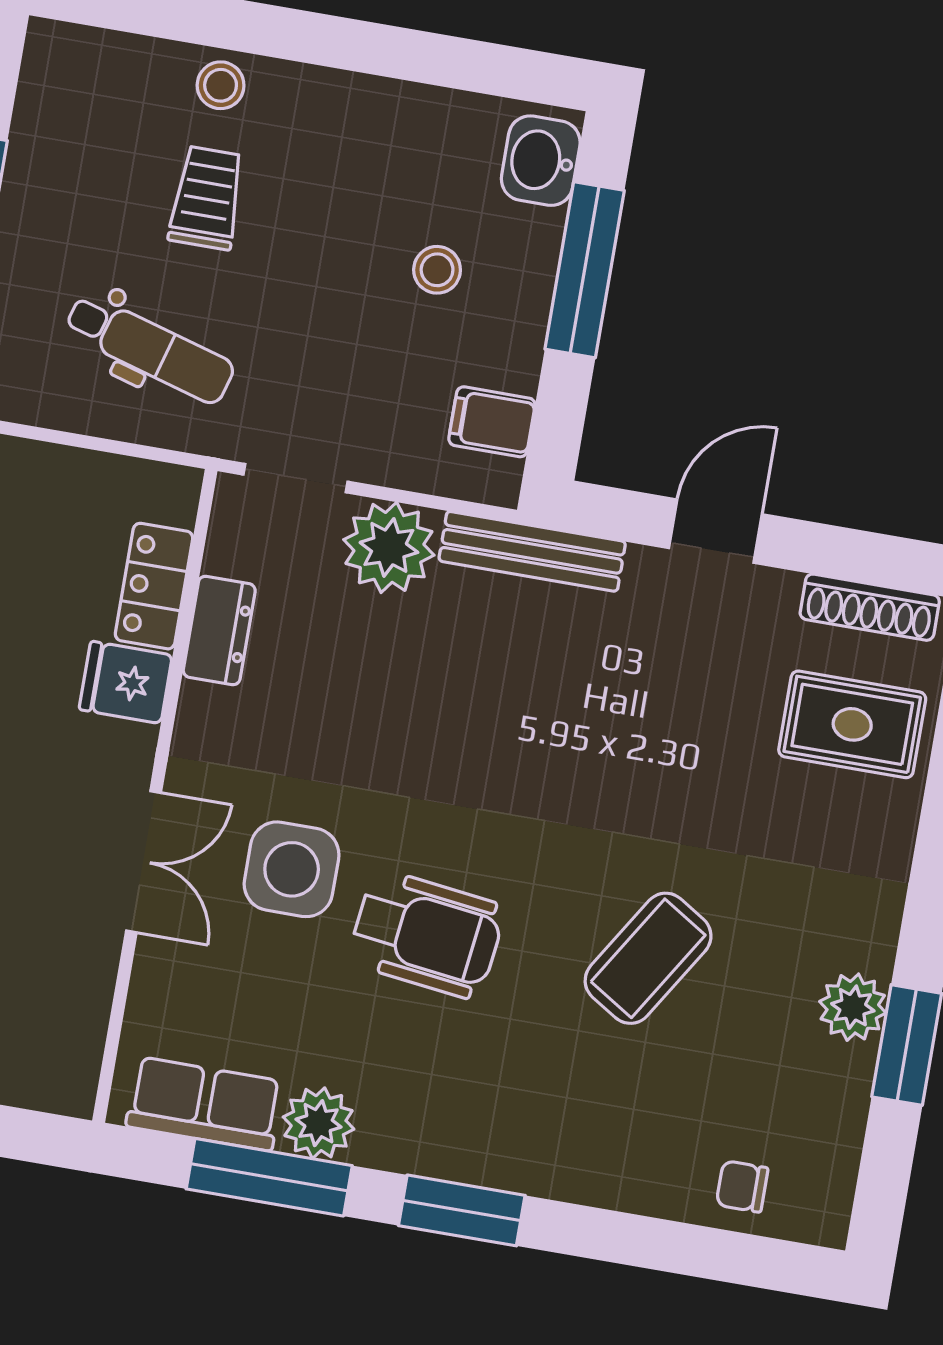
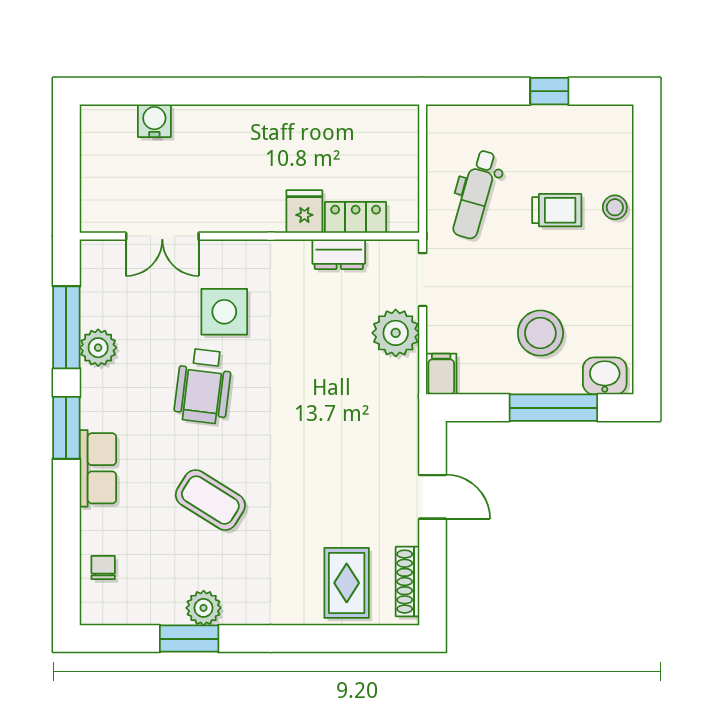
stool: (437, 270) -> (540, 333), width x1.89, depth x1.89
filing cabinet: (492, 422) -> (441, 374), moved
bench: (532, 551) -> (406, 406), removed
double door: (143, 862) -> (162, 236), moved
row of seats: (205, 1104) -> (98, 468), moved

